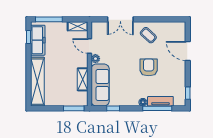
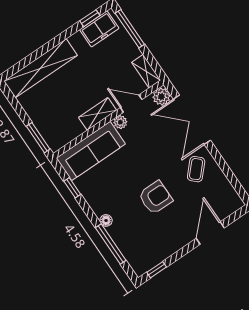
double door: (120, 19) -> (192, 120), width x1.37
plant: (97, 27) -> (161, 97), added
freezer: (38, 40) -> (99, 29), width x0.71
door: (89, 46) -> (131, 104), hinge flipped
shelving: (83, 79) -> (98, 114), moved
tv unit: (160, 101) -> (123, 242), removed

